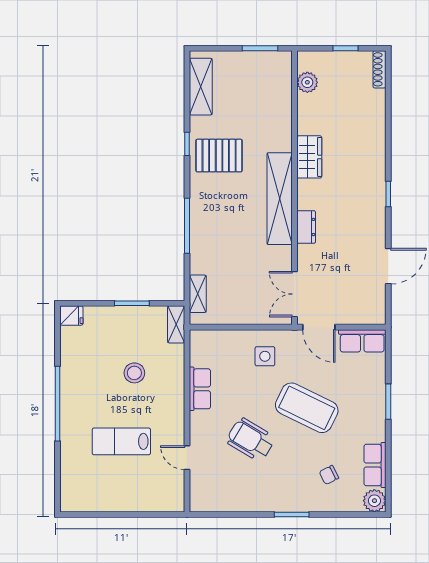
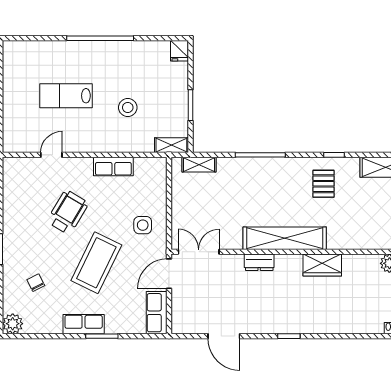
pallet: (219, 156) -> (323, 184), width x0.67, depth x0.71
lab bench: (121, 441) -> (66, 96), turned -90
row of seats: (375, 465) -> (84, 324), moved

